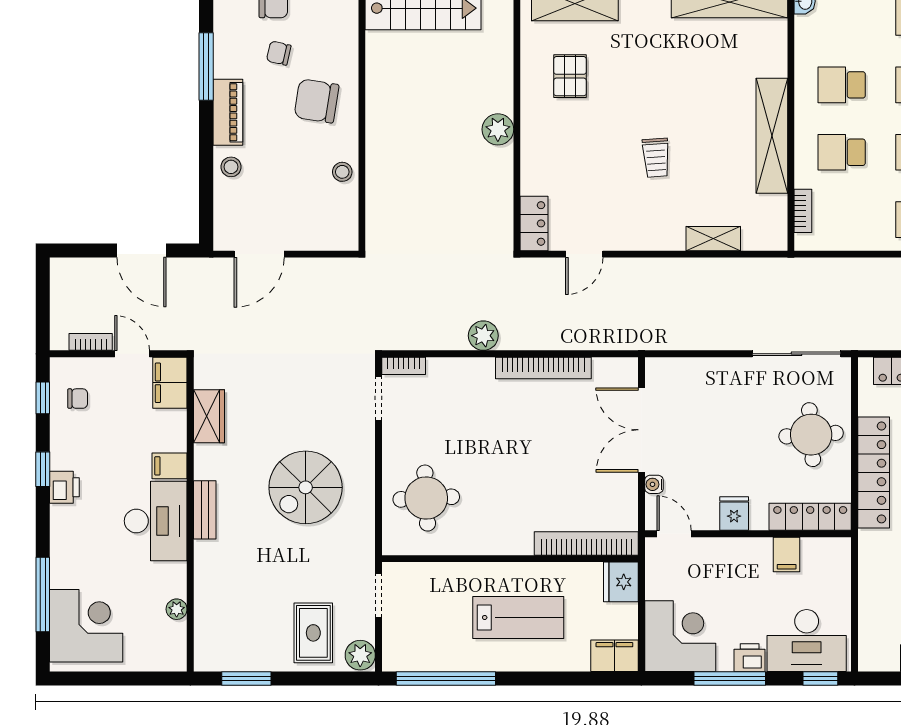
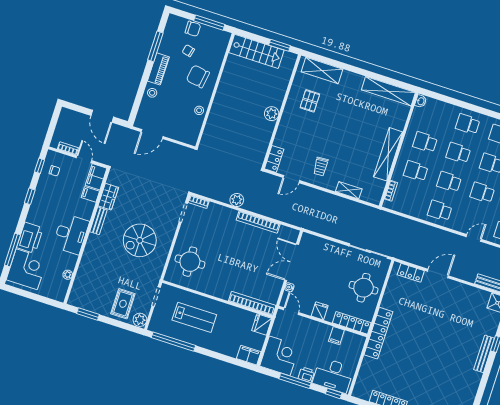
trolley: (656, 158) -> (321, 166), moved
filing cabinet: (170, 466) -> (90, 194), moved
locker: (874, 472) -> (378, 333), moved
printer: (64, 487) -> (30, 238), moved, width x1.87, depth x1.48
bench: (205, 510) -> (98, 221), moved
lab bench: (518, 617) -> (194, 317), moved

